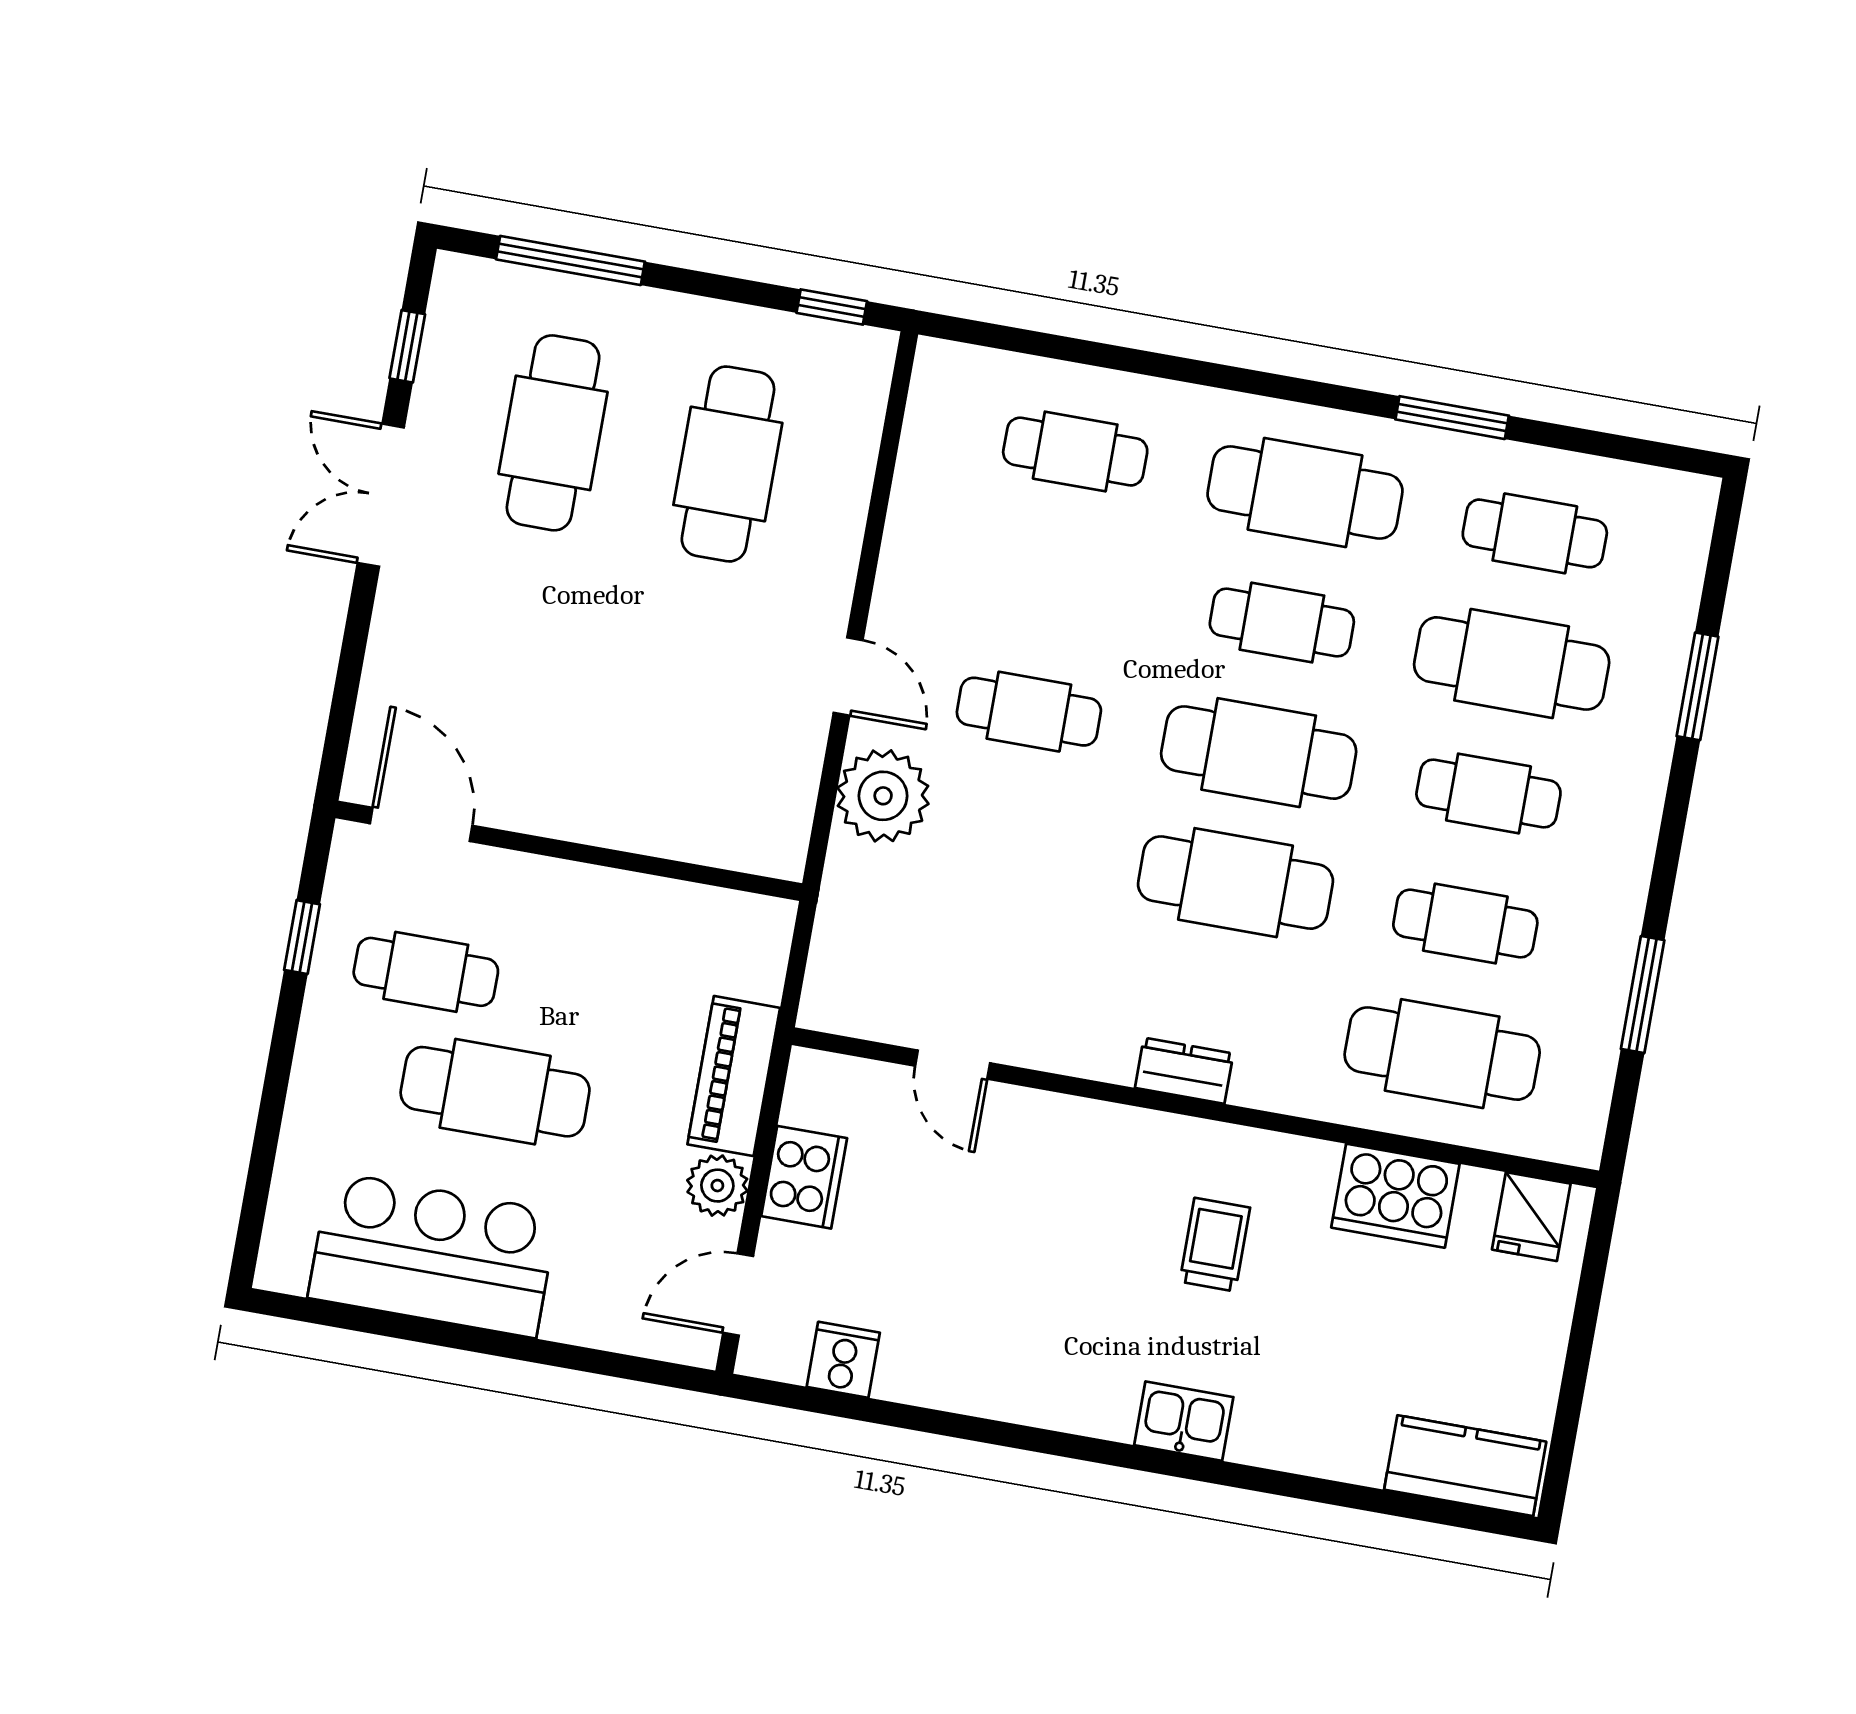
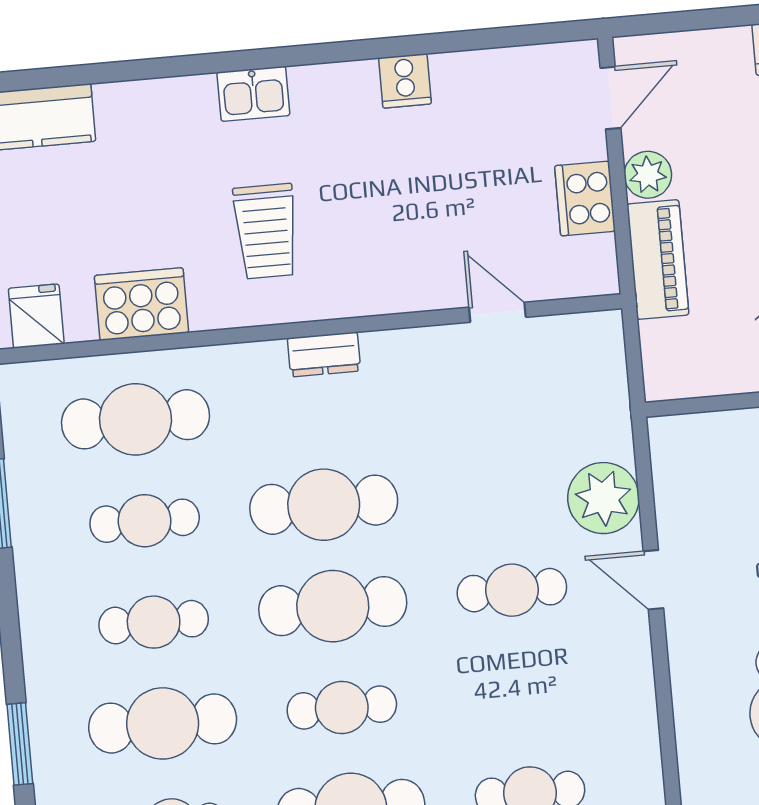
trolley: (1215, 1245) -> (266, 231), width x1.36, depth x1.39
cooker: (843, 1360) -> (405, 81), moved

